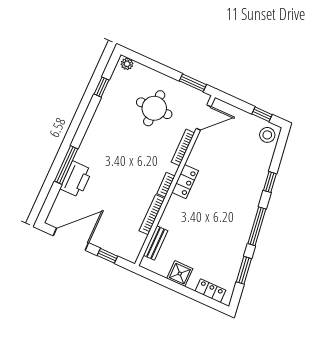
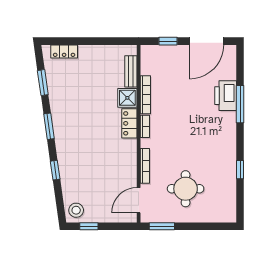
plant: (127, 64) -> (227, 217), removed
window: (102, 87) -> (240, 170), moved
locker: (185, 182) -> (129, 123), moved
window: (257, 226) -> (49, 126), width x0.69
shower: (180, 274) -> (127, 98), moved

